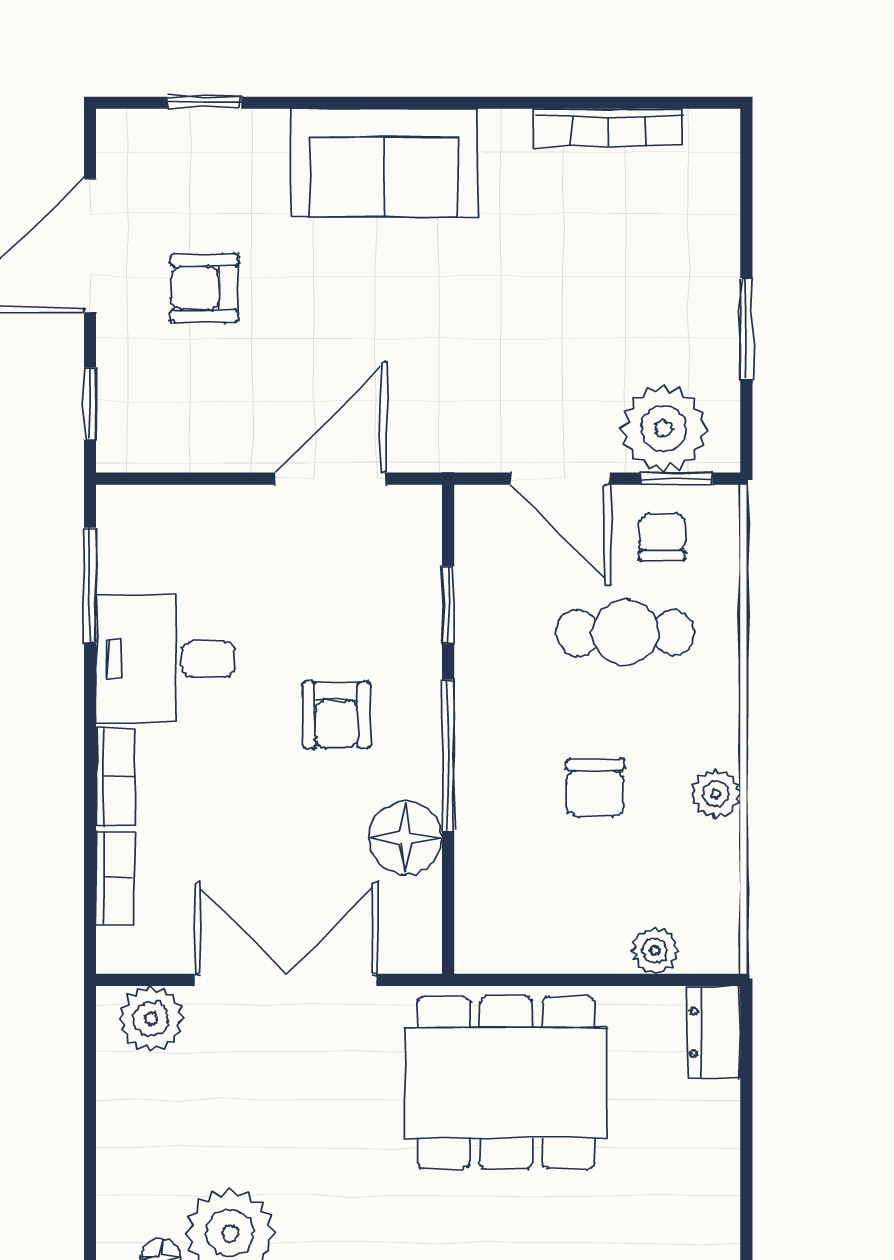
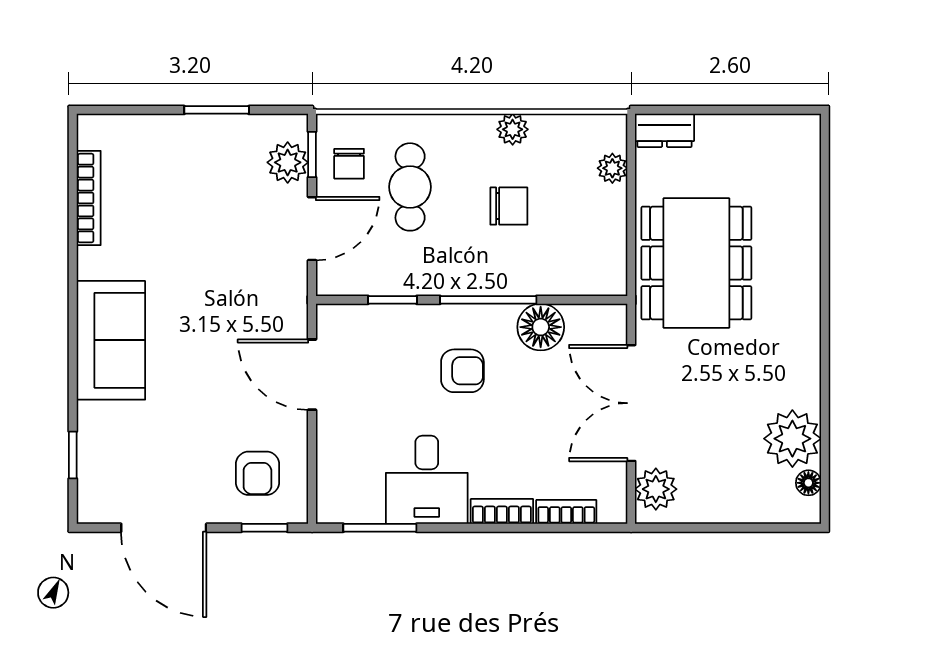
armchair: (204, 288) -> (257, 473), moved
plant: (664, 429) -> (288, 162), width x0.73, depth x0.73
chair: (662, 537) -> (349, 164), turned -90

